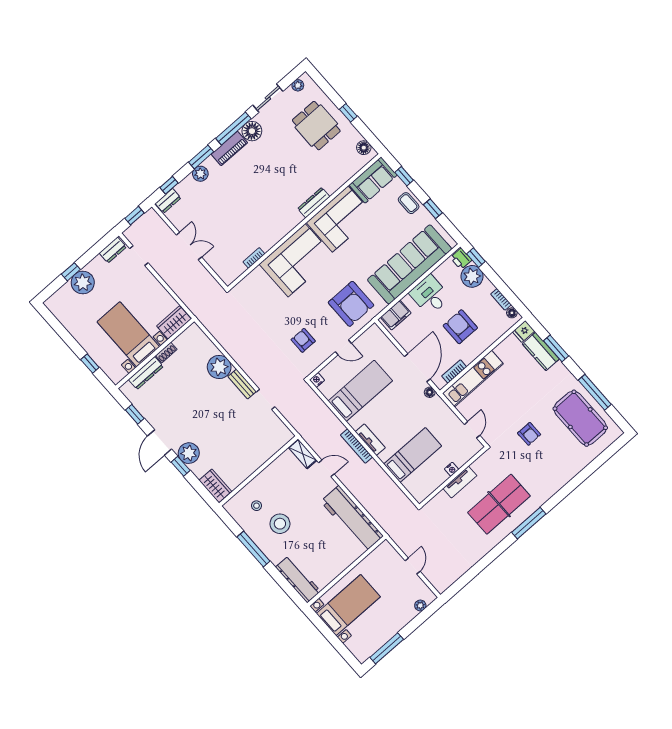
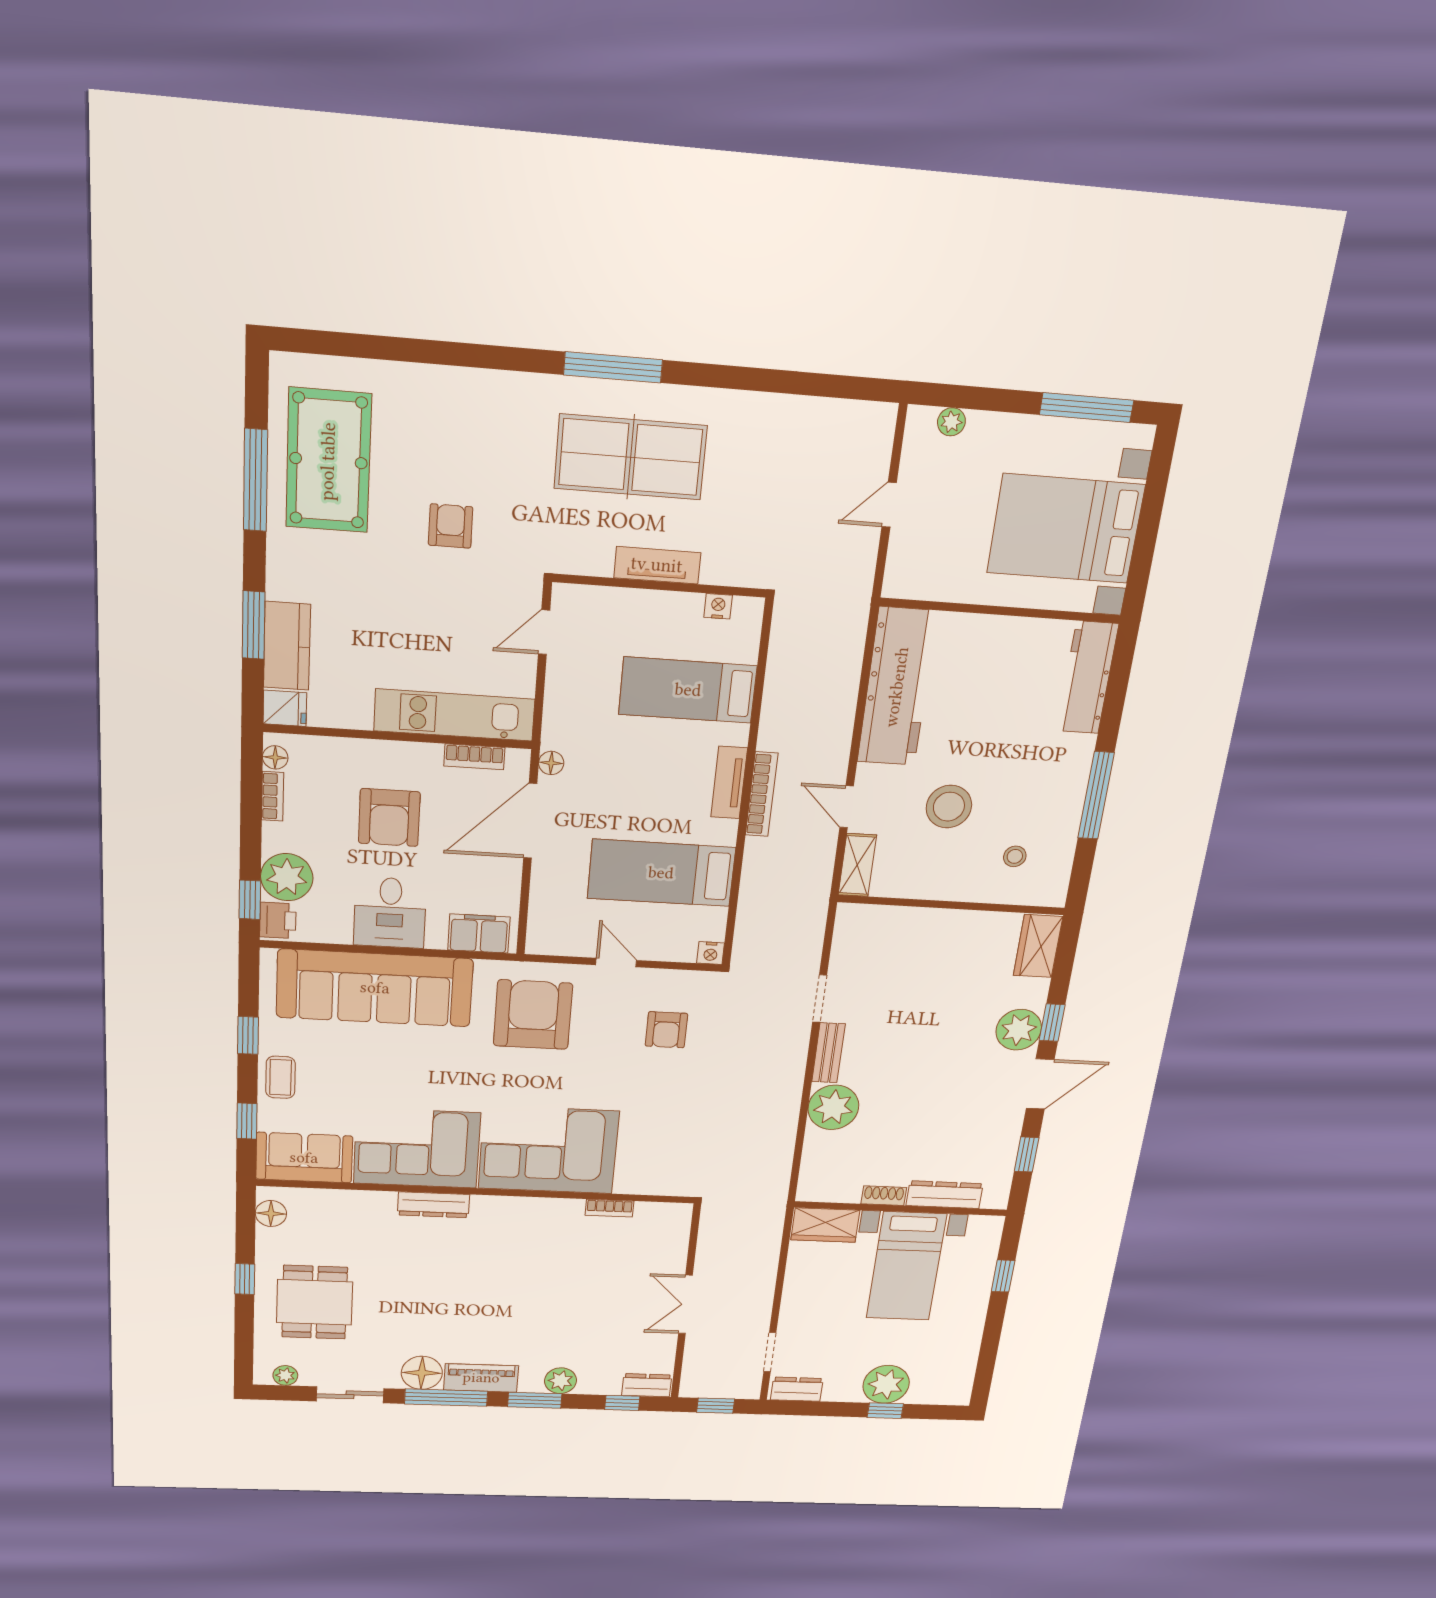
nightstand: (452, 469) -> (718, 606), moved
stool: (280, 524) -> (949, 807), moved
bed with nightstands: (348, 605) -> (1066, 529), width x1.36

